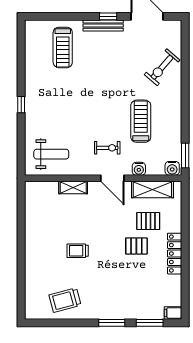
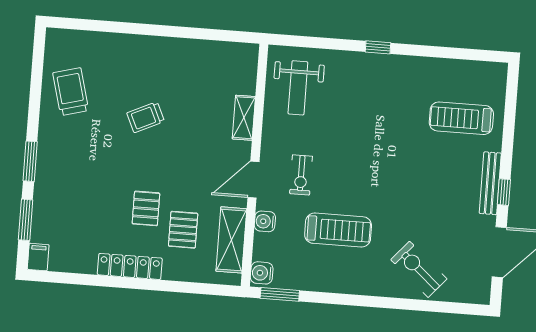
trolley: (78, 251) -> (146, 117), turned -115

